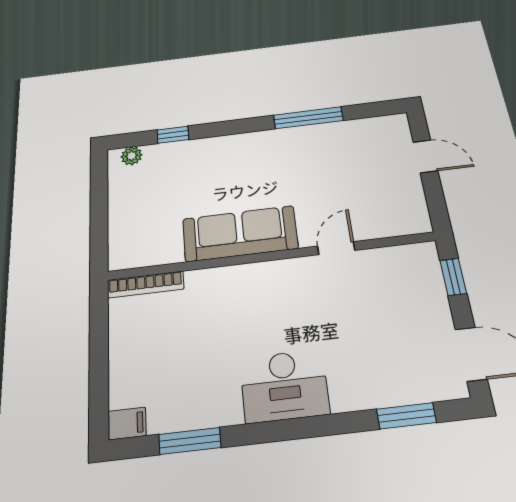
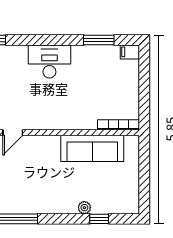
plant: (132, 156) -> (84, 208), moved
sofa: (240, 234) -> (92, 148), moved

